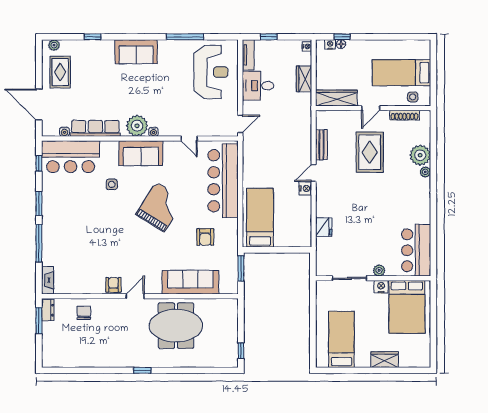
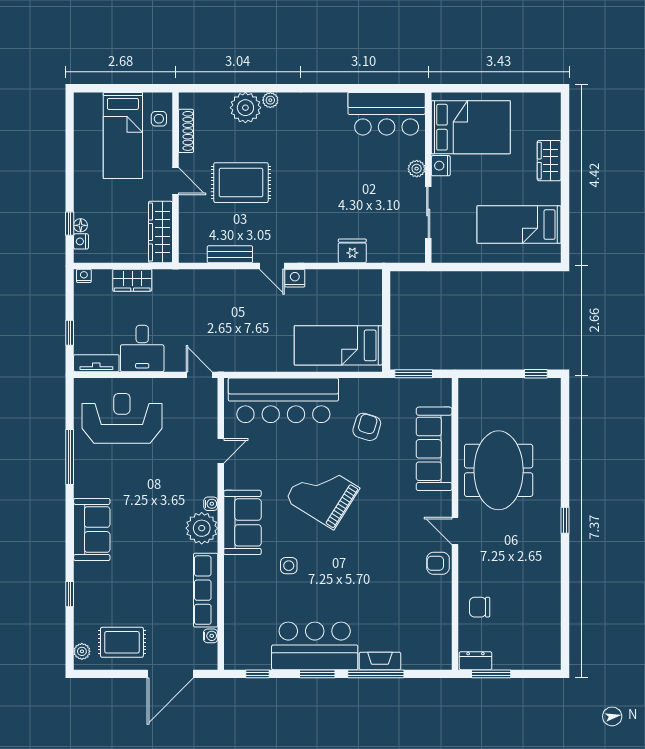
bar counter: (71, 157) -> (315, 646), moved, turned -90
armchair: (205, 237) -> (367, 427), turned -73
fireplace: (48, 280) -> (380, 661), moved

